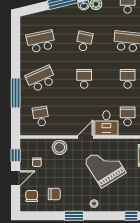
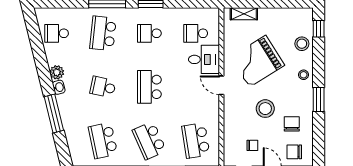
school desk: (84, 79) -> (149, 87), width x1.85
school desk: (41, 116) -> (196, 141), width x1.85
stool: (59, 147) -> (265, 109), moved
stool: (119, 202) -> (302, 44), added

